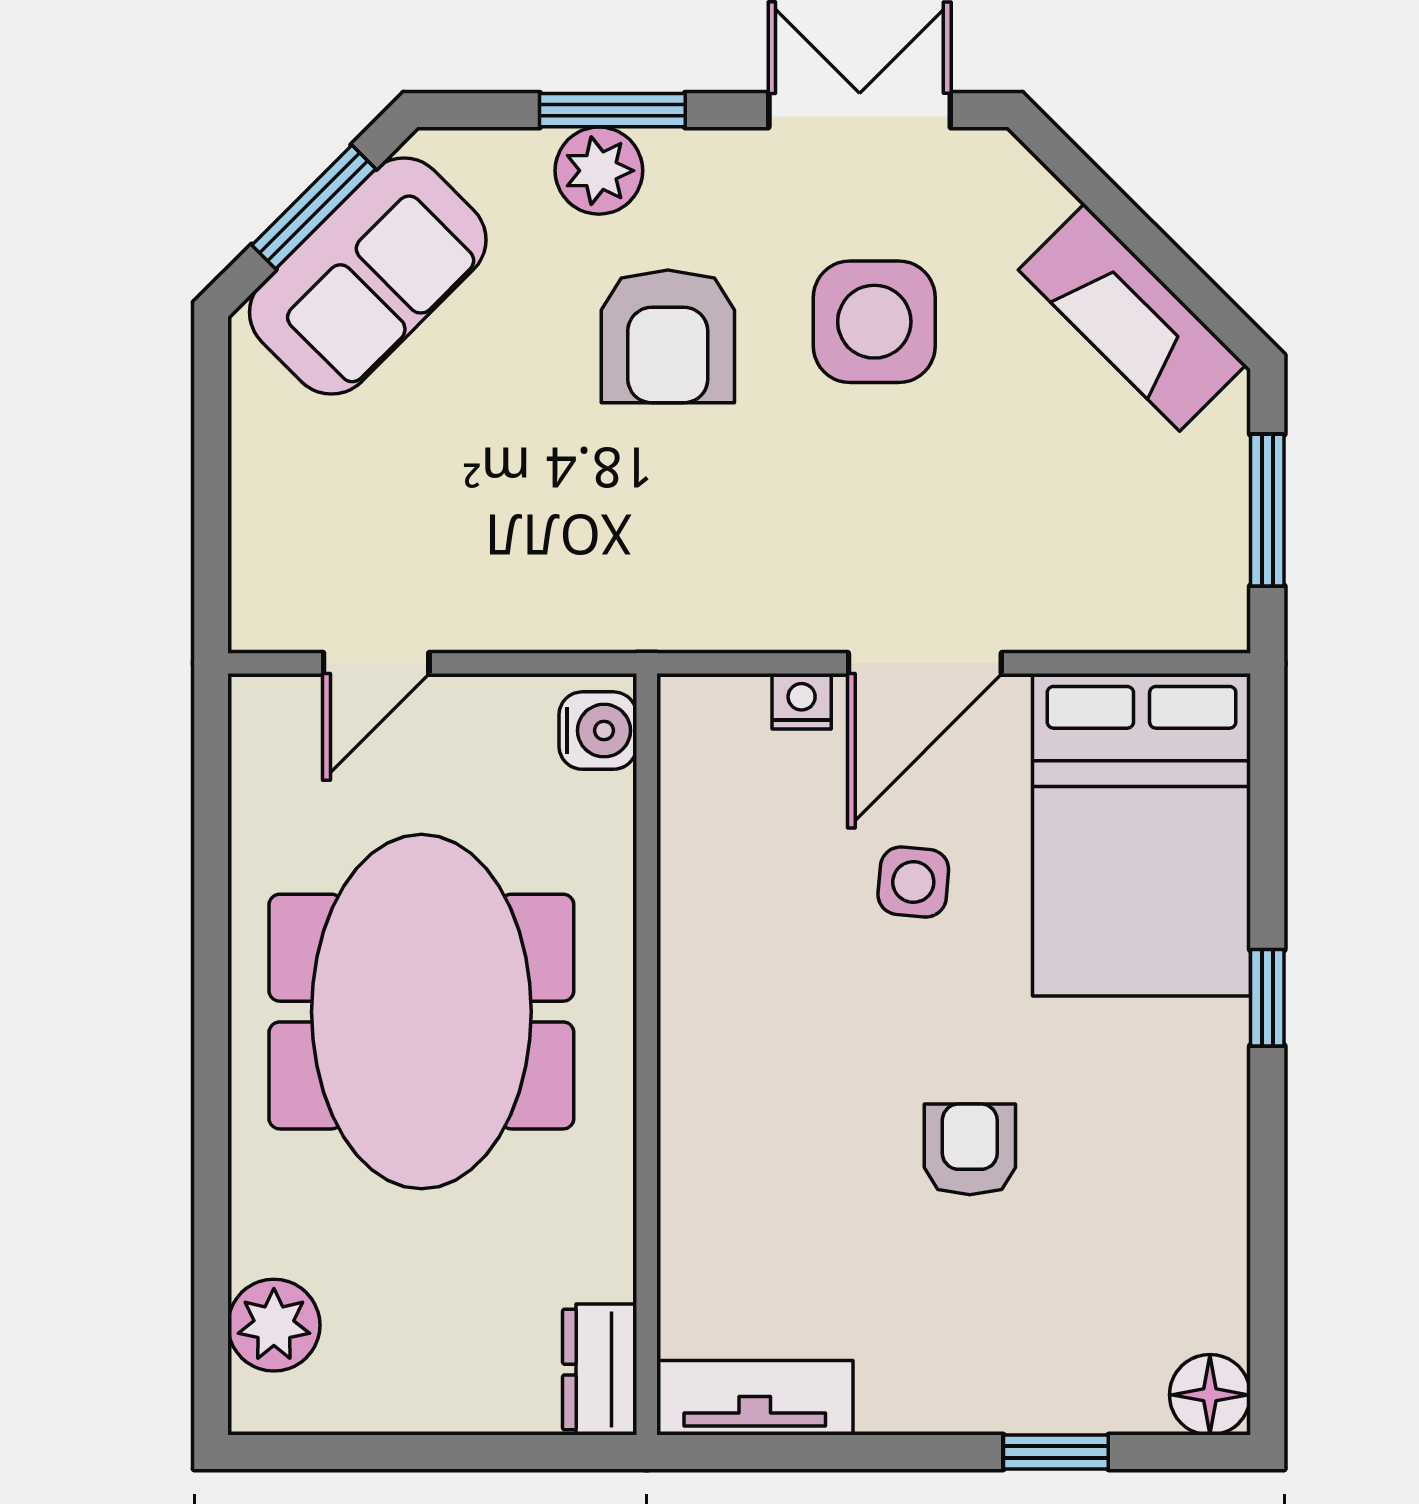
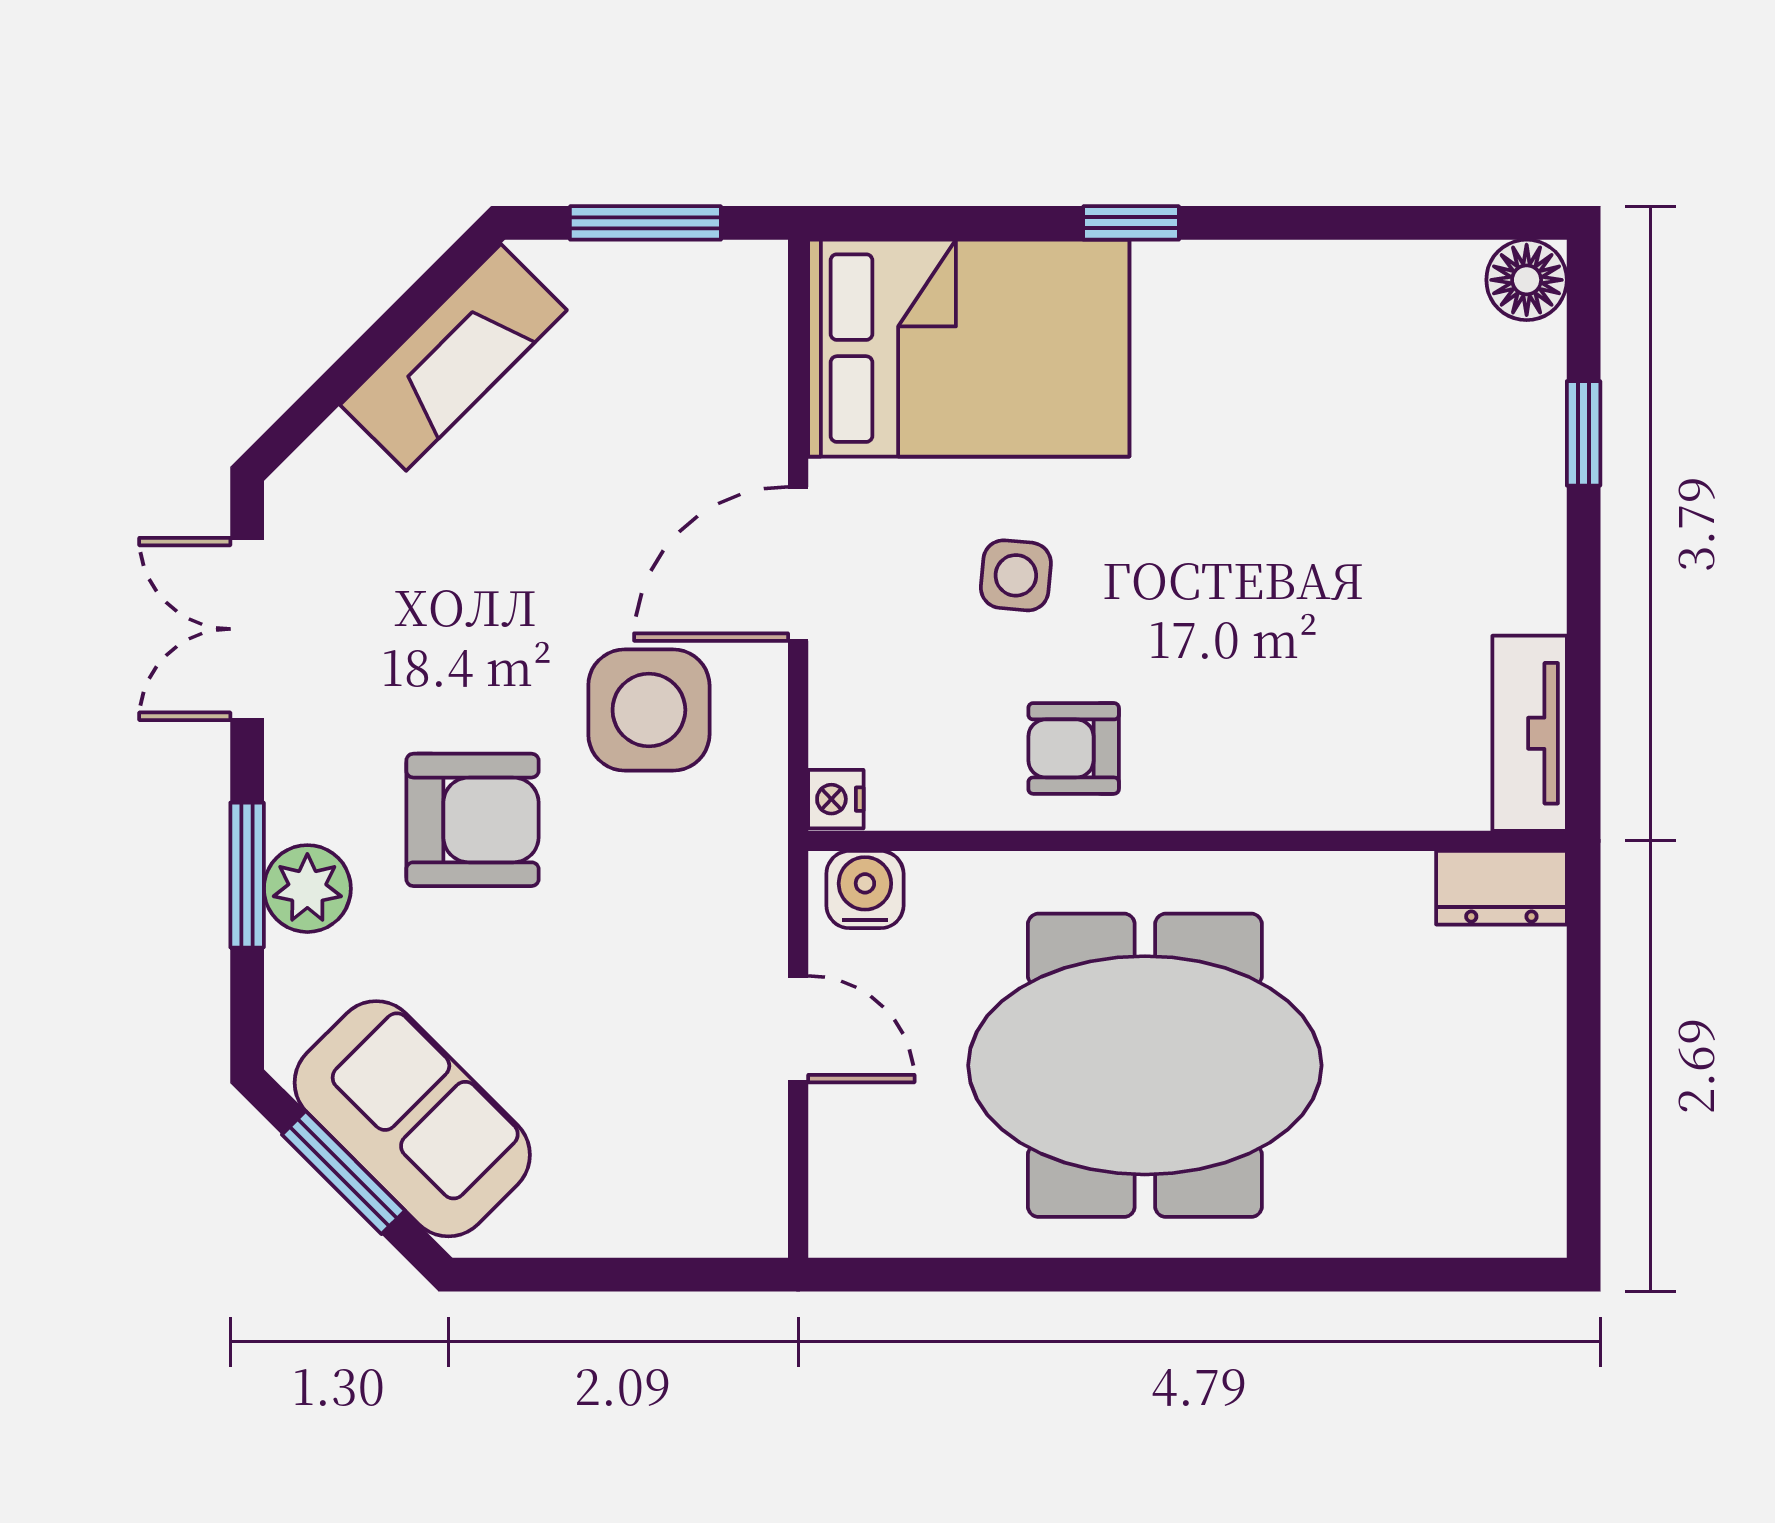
side table: (874, 322) -> (649, 710), moved
door: (376, 663) -> (798, 1029), moved
door: (925, 663) -> (798, 564), swing flipped
nightstand: (802, 701) -> (836, 799), moved
armchair: (970, 1149) -> (1074, 748), moved
plant: (274, 1325) -> (1457, 1212), removed

